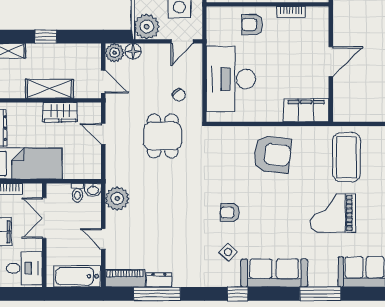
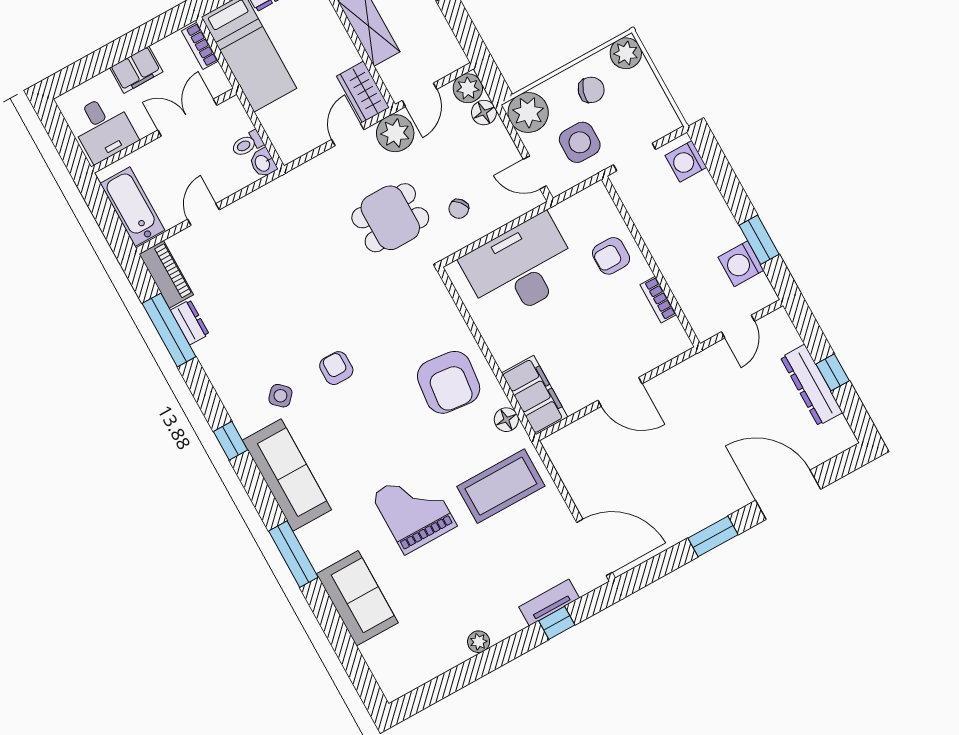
armchair: (252, 25) -> (611, 256), turned -90
wardrobe: (60, 112) -> (363, 92), moved
floor lamp: (311, 134) -> (506, 420), added
plant: (117, 199) -> (395, 133), moved

